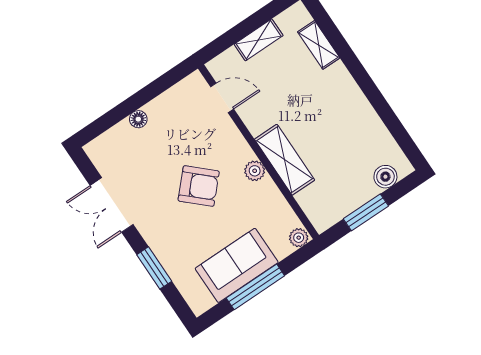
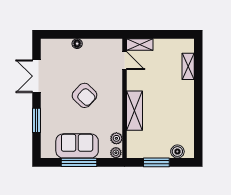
shelving: (259, 40) -> (140, 44), moved
plant: (255, 171) -> (116, 138), moved

